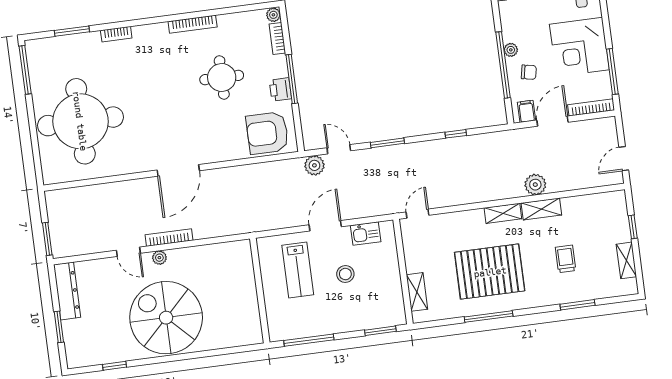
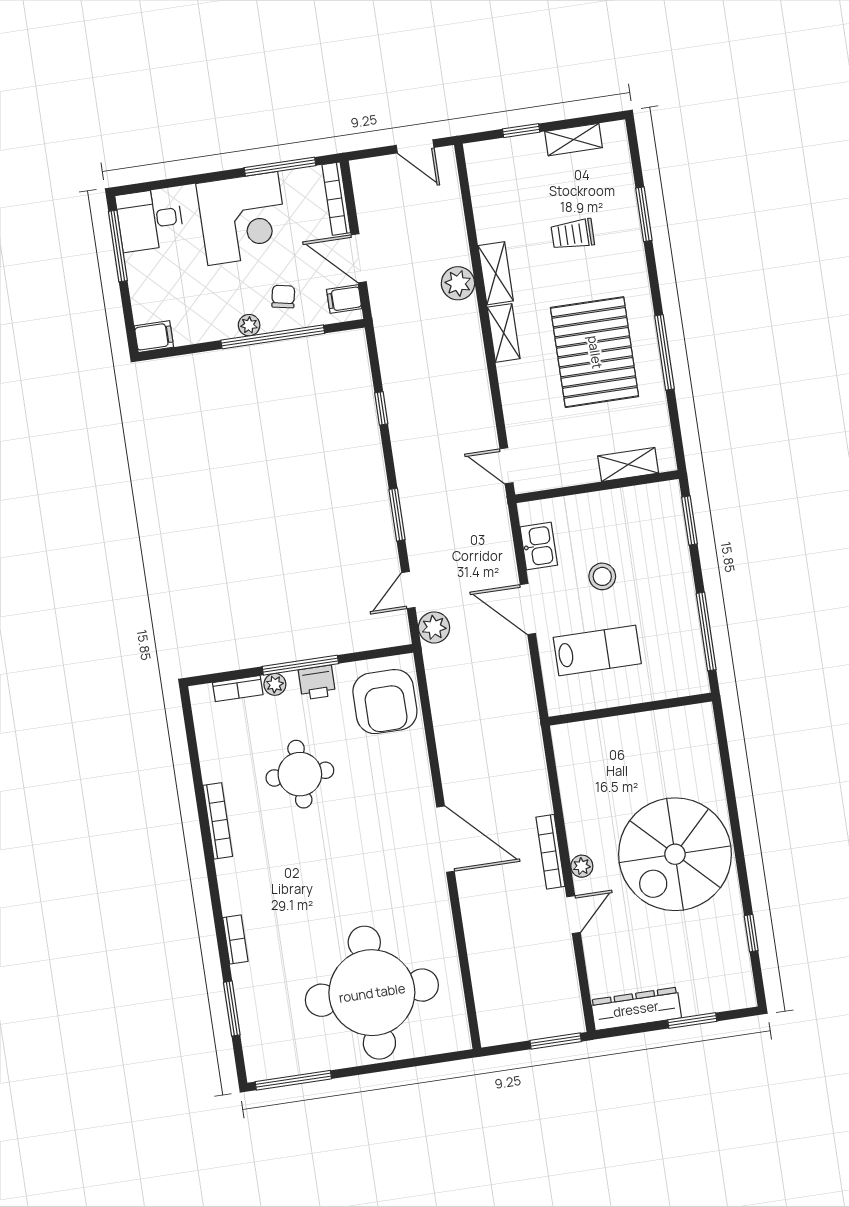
plant: (273, 15) -> (275, 684), moved

